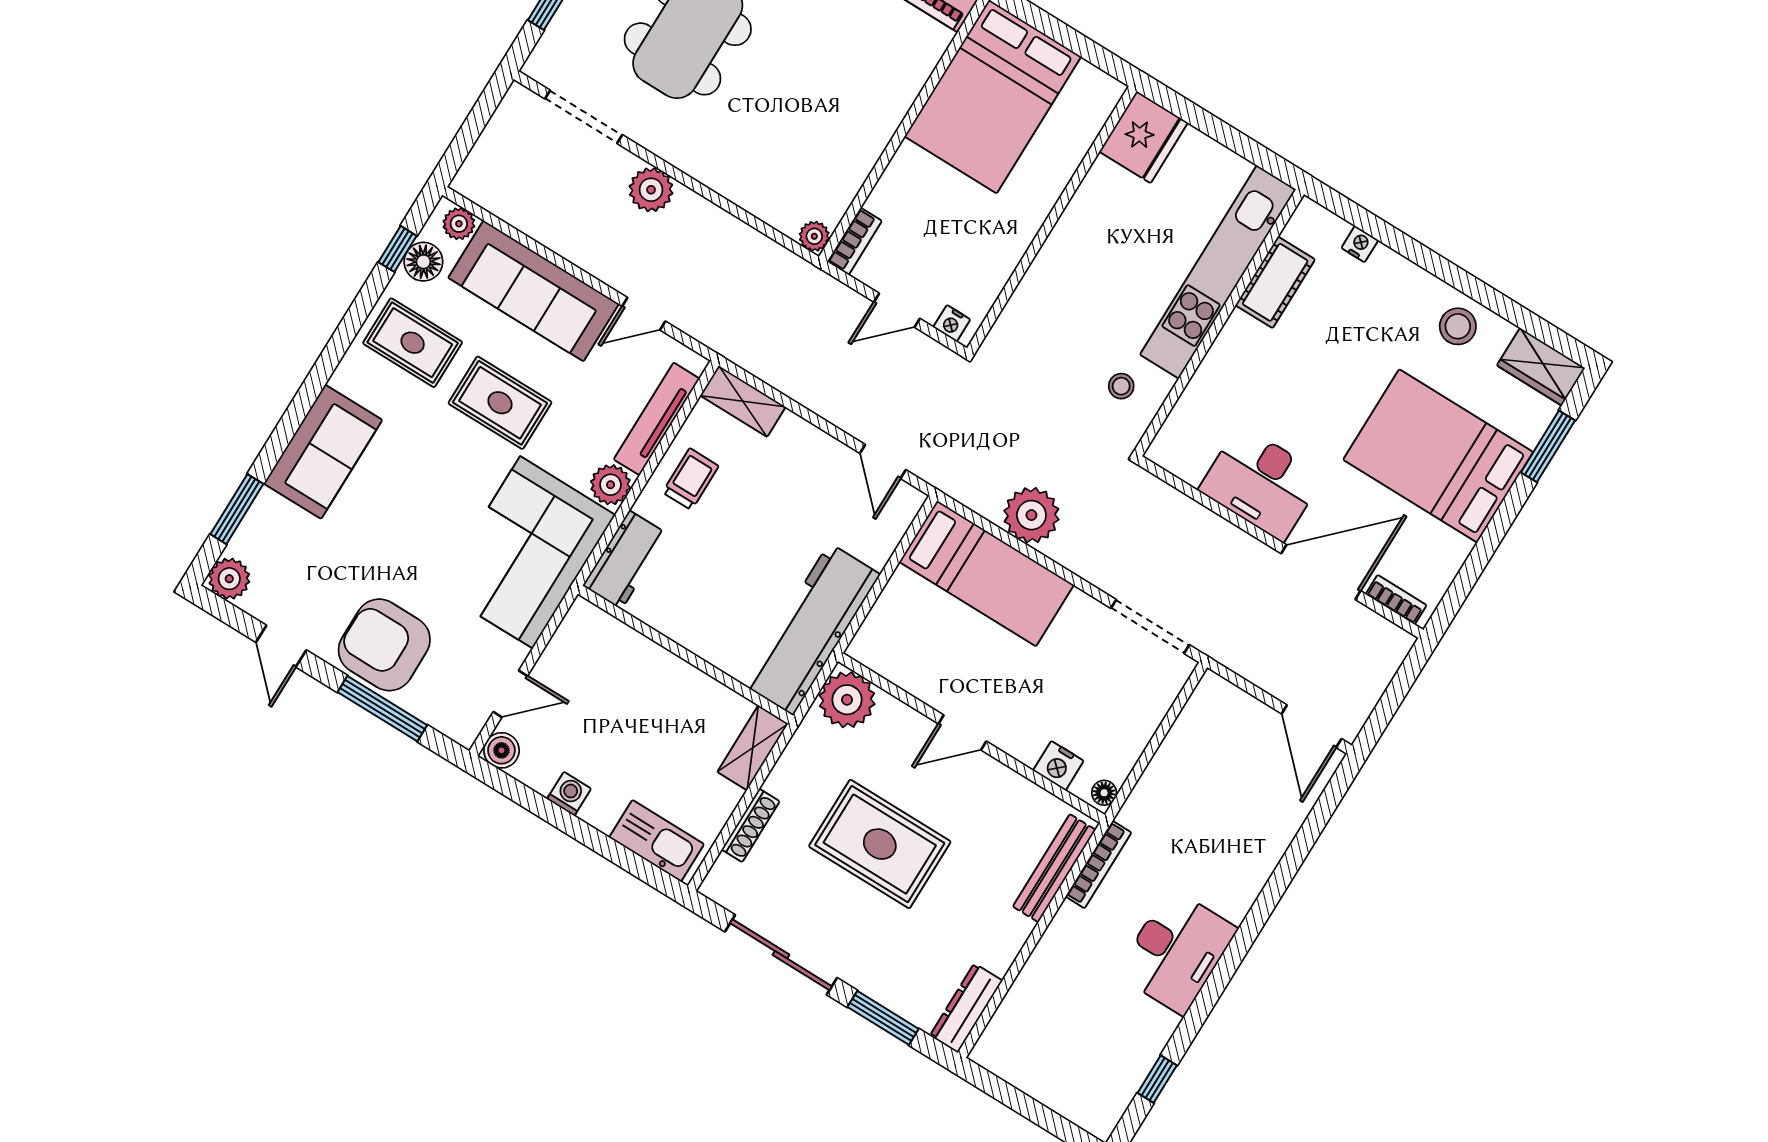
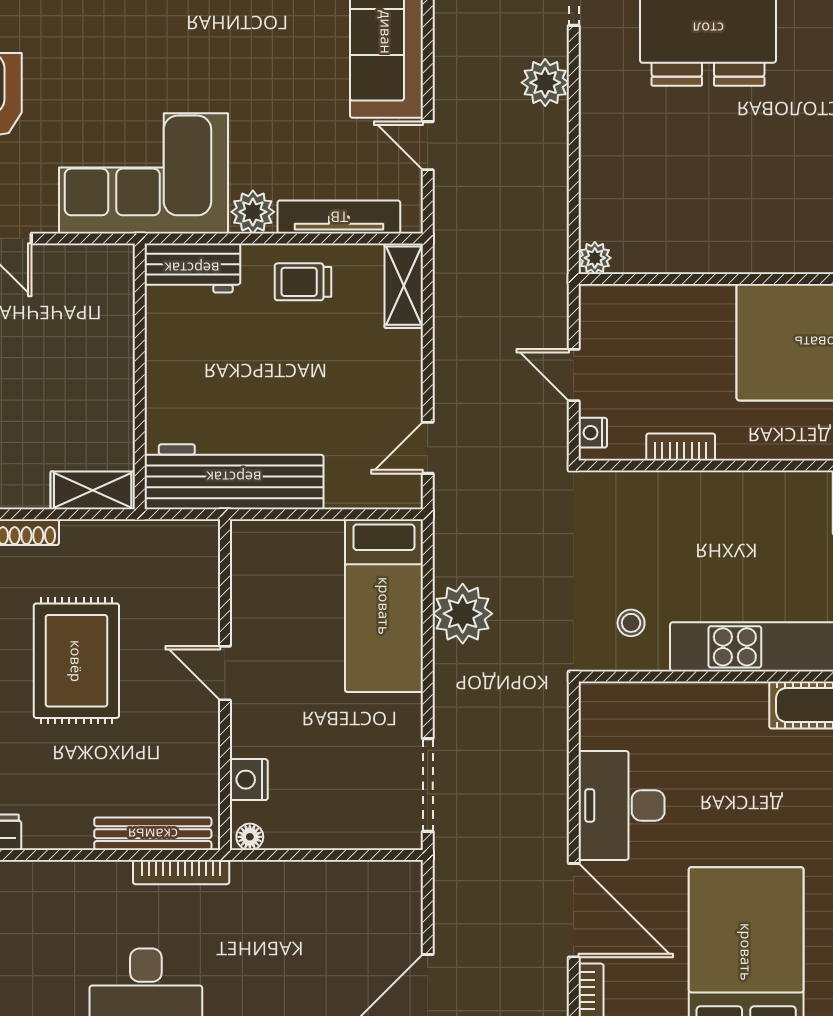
bookcase: (854, 241) -> (681, 447), moved, turned 180
rug: (500, 403) -> (265, 65), removed
trolley: (690, 479) -> (303, 282), turned 180
plant: (847, 700) -> (190, 549), removed

